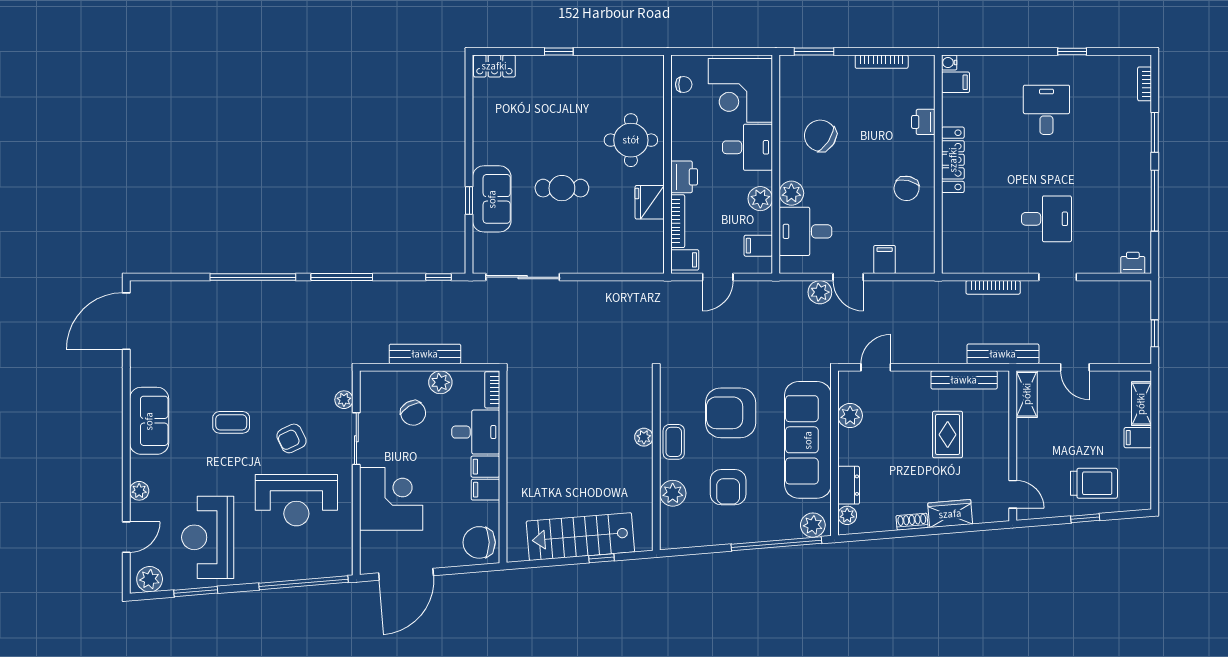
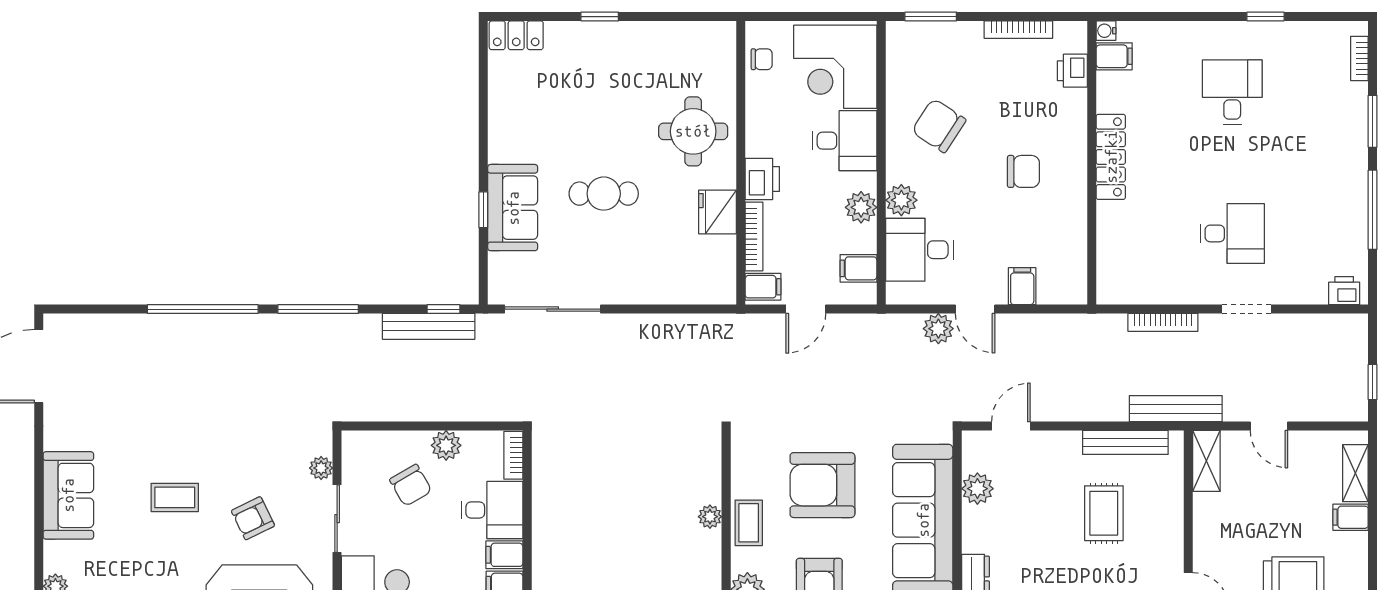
printer: (923, 122) -> (1072, 71), moved
chair: (907, 188) -> (1023, 171), moved, turned -103
bench: (425, 354) -> (429, 326), moved

